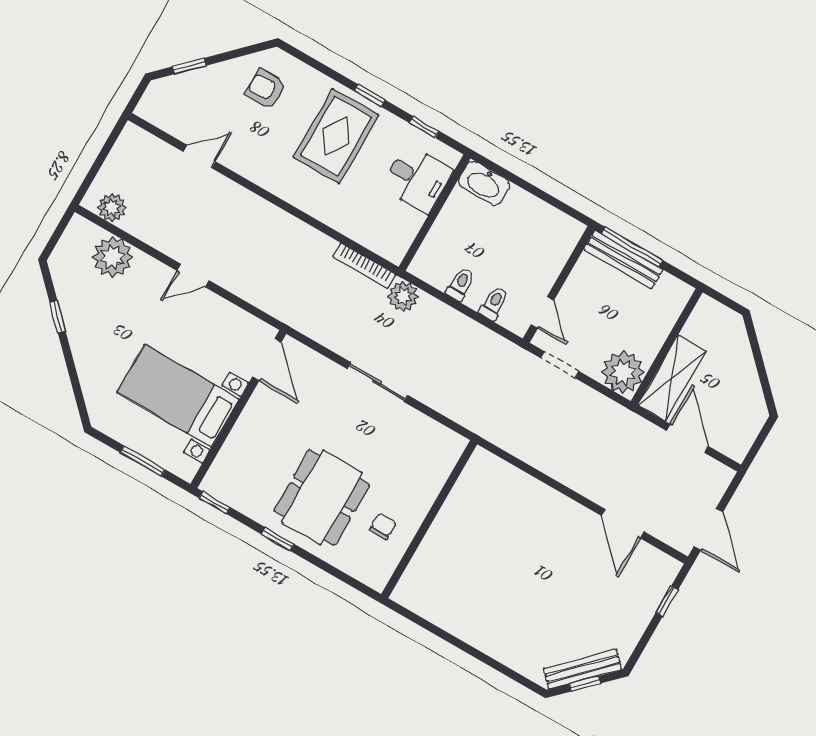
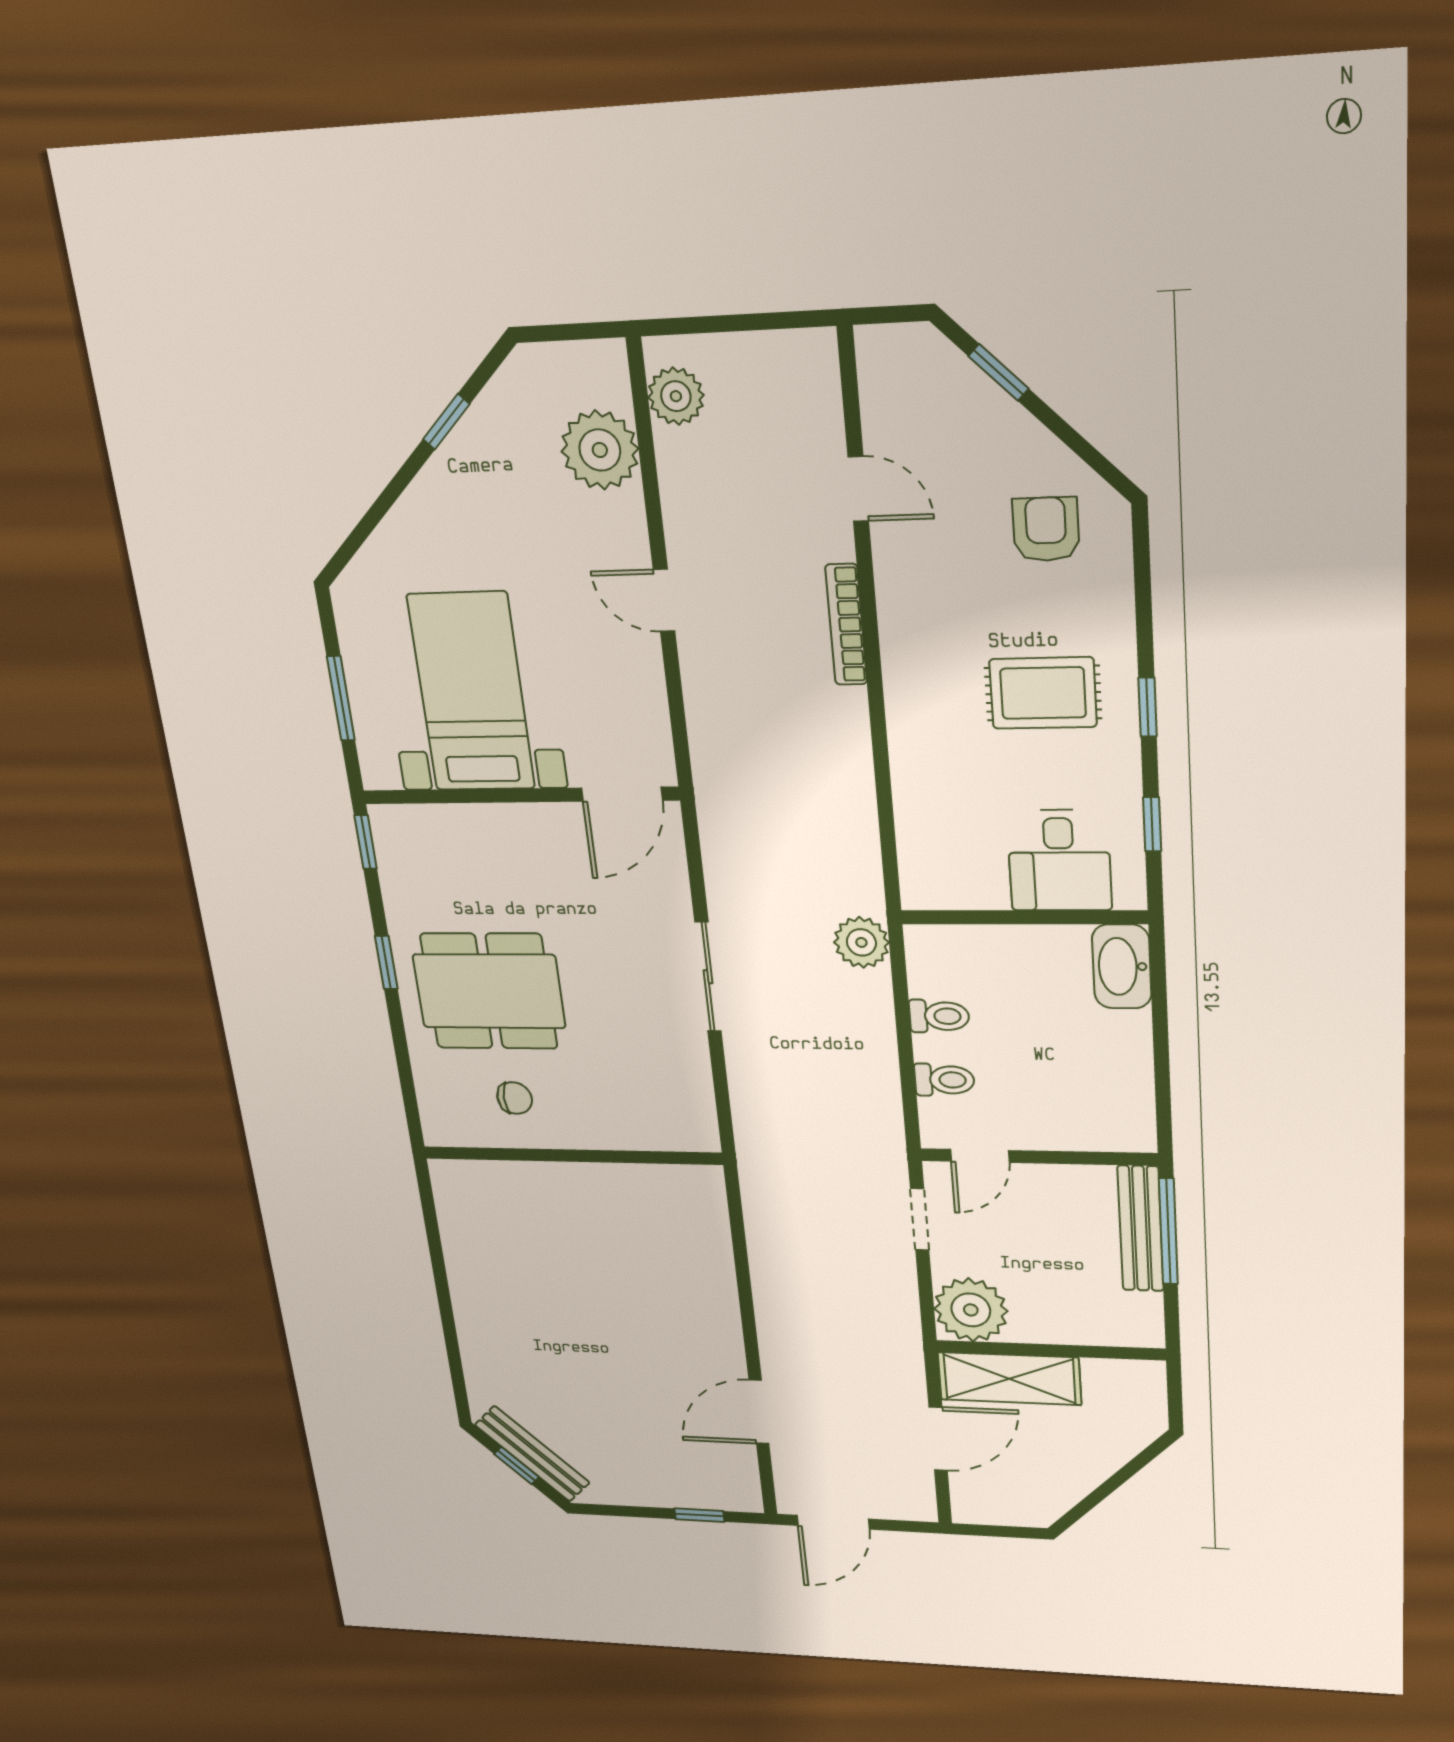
rug: (336, 136) -> (1043, 693), width x0.73, depth x0.70
bookcase: (364, 266) -> (846, 625), moved

